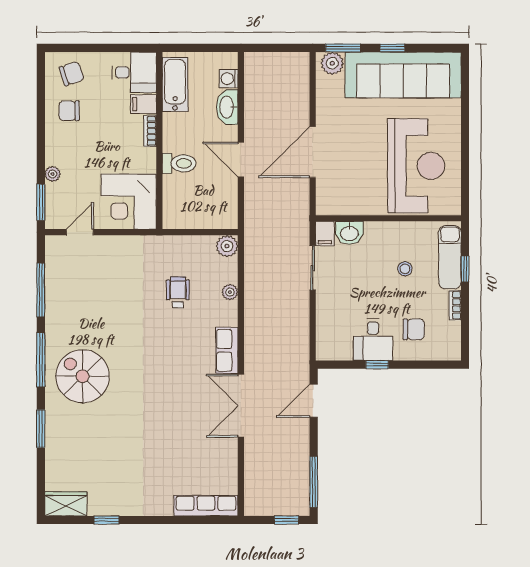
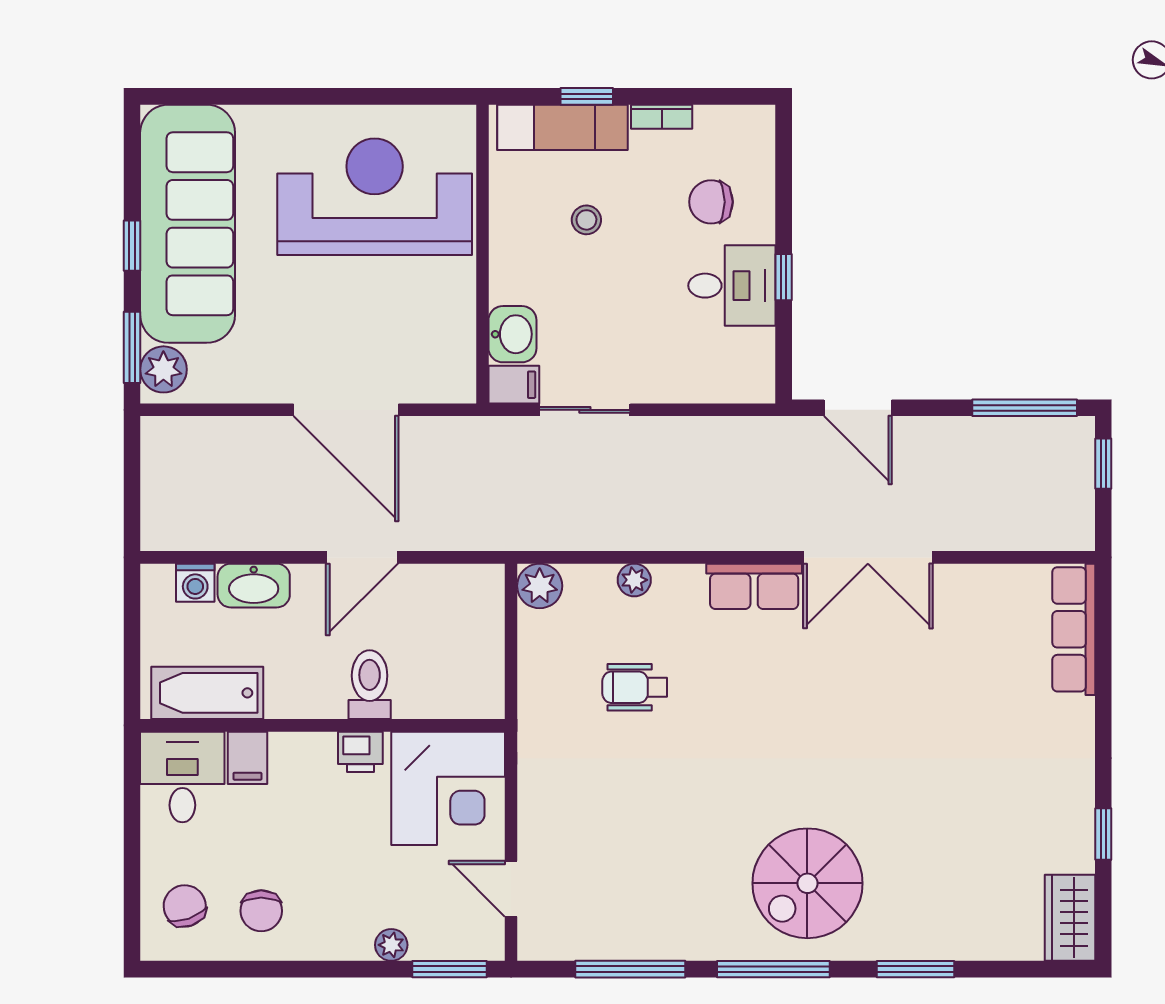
bookcase: (150, 131) -> (303, 744), removed
printer: (146, 159) -> (360, 752), added
chair: (414, 329) -> (711, 202), turned -90

